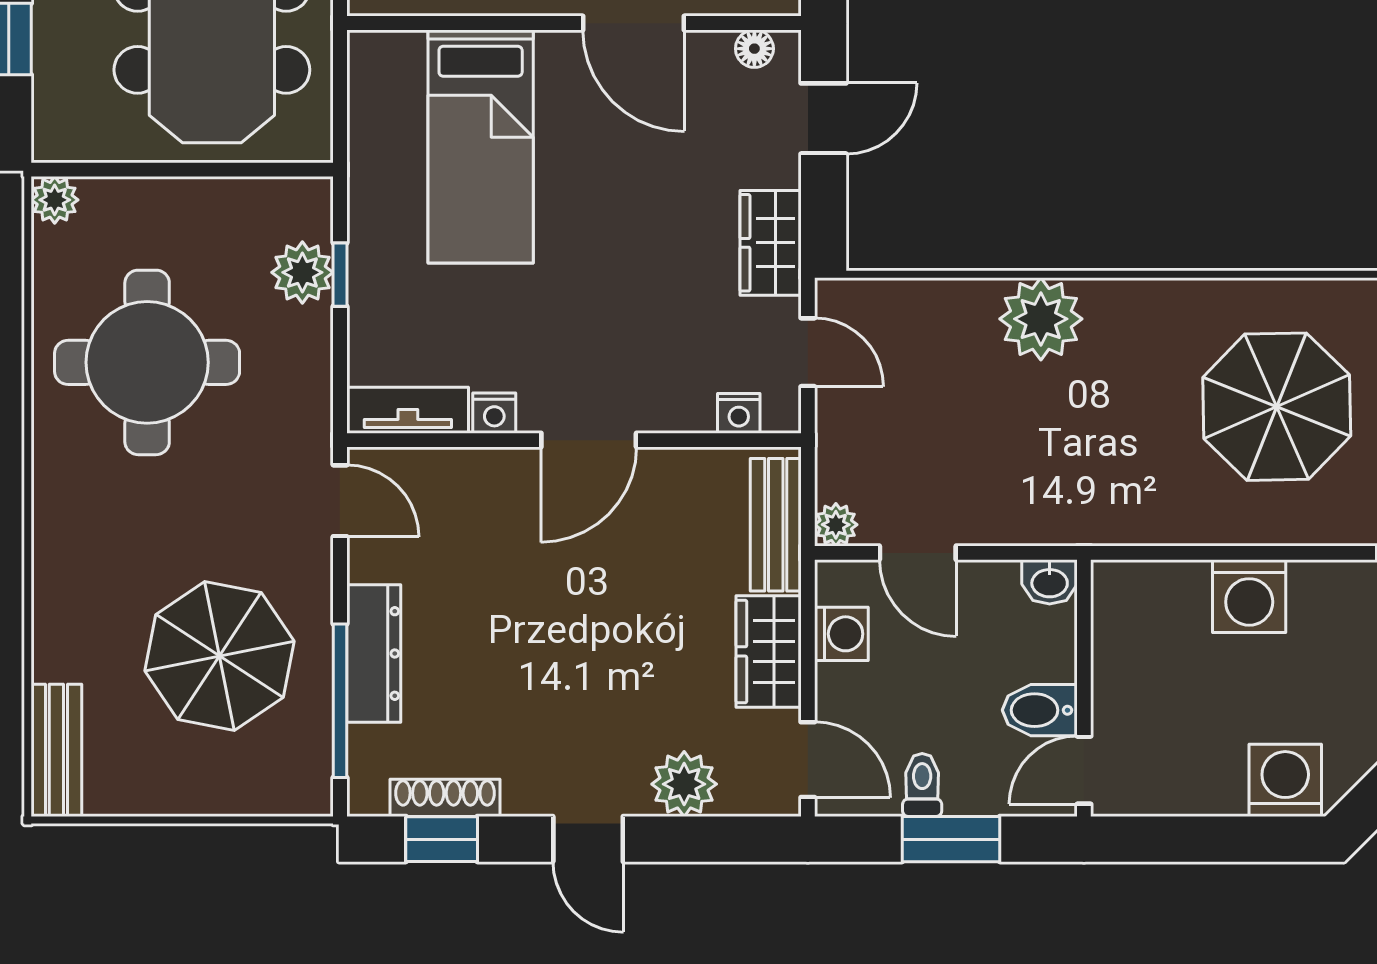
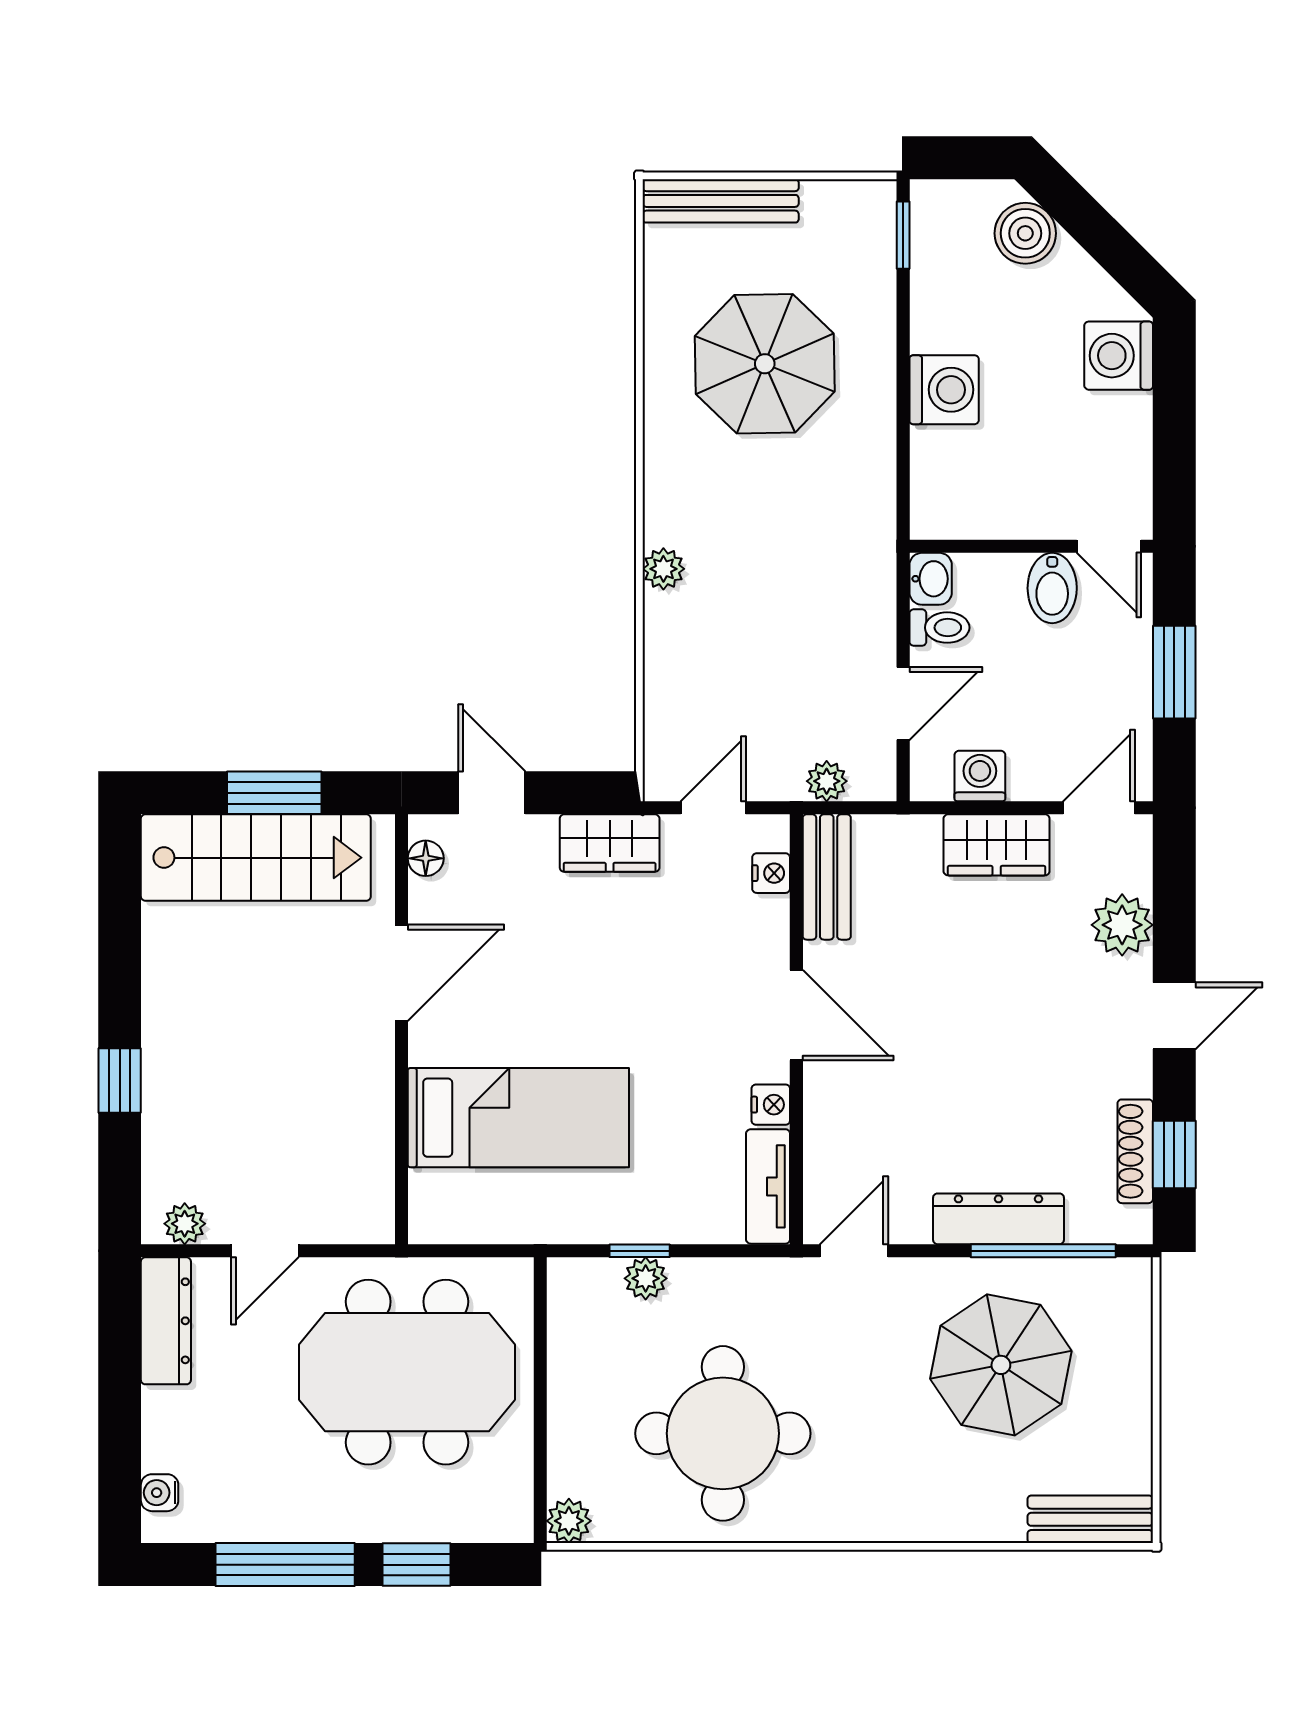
plant: (302, 272) -> (646, 1278), width x0.73, depth x0.73
plant: (1041, 319) -> (663, 569), width x0.53, depth x0.53
bench: (776, 525) -> (827, 877), moved, turned 90
plant: (836, 525) -> (827, 781), moved
toilet: (922, 785) -> (939, 628), moved, turned 180

